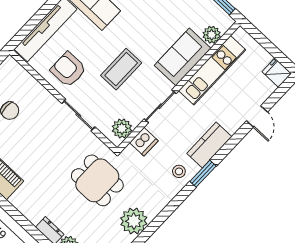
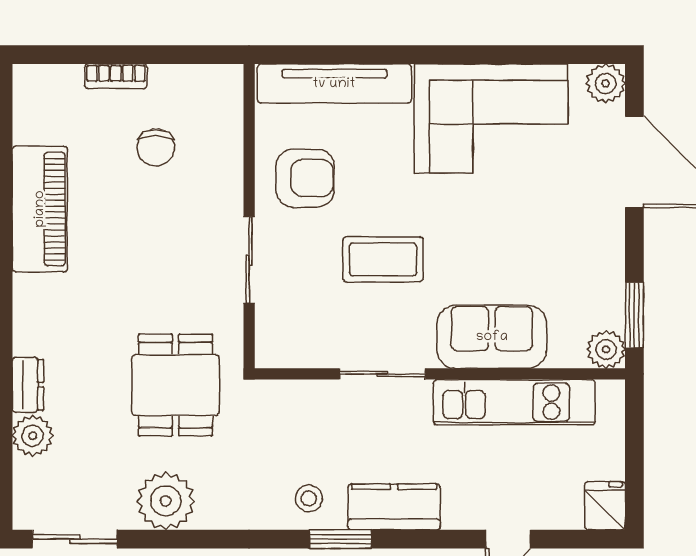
plant: (212, 35) -> (606, 349), moved
armchair: (68, 70) -> (305, 178), turned 90
plant: (122, 128) -> (292, 347), removed
dishwasher: (144, 142) -> (304, 401), removed

